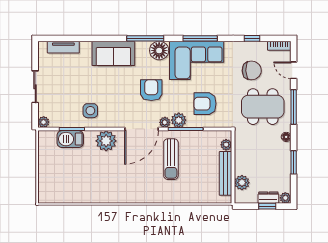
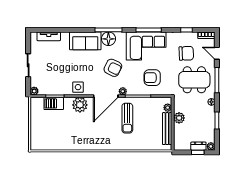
floor lamp: (159, 51) -> (108, 39), moved
armchair: (151, 90) -> (113, 68), turned 116
side table: (90, 111) -> (78, 87), moved
plant: (179, 120) -> (133, 90), removed
plant: (242, 183) -> (179, 118), moved

